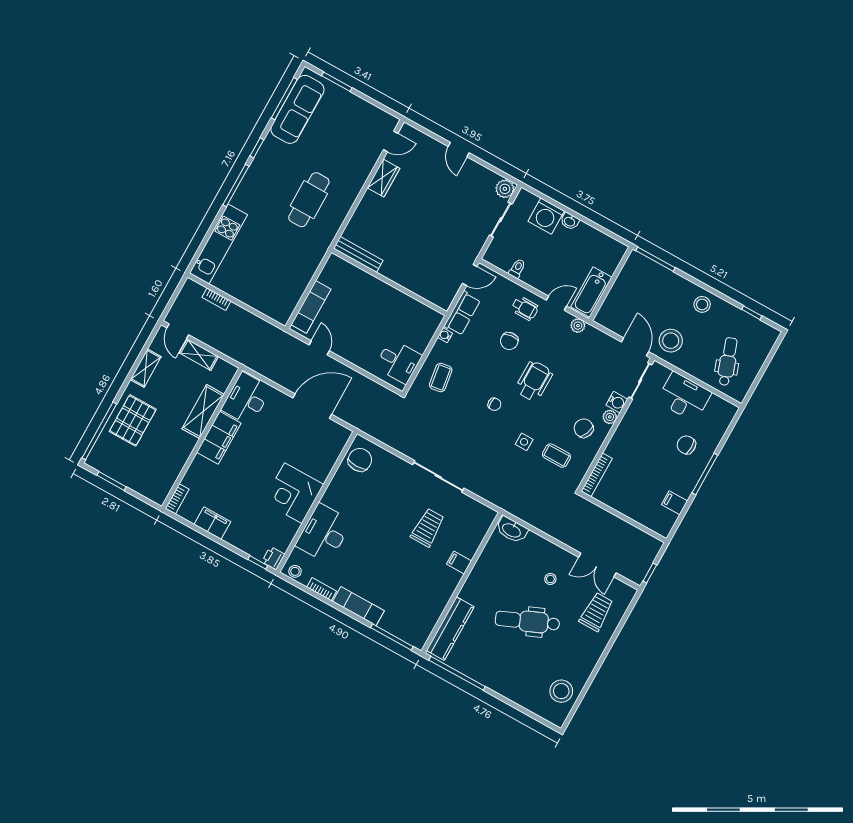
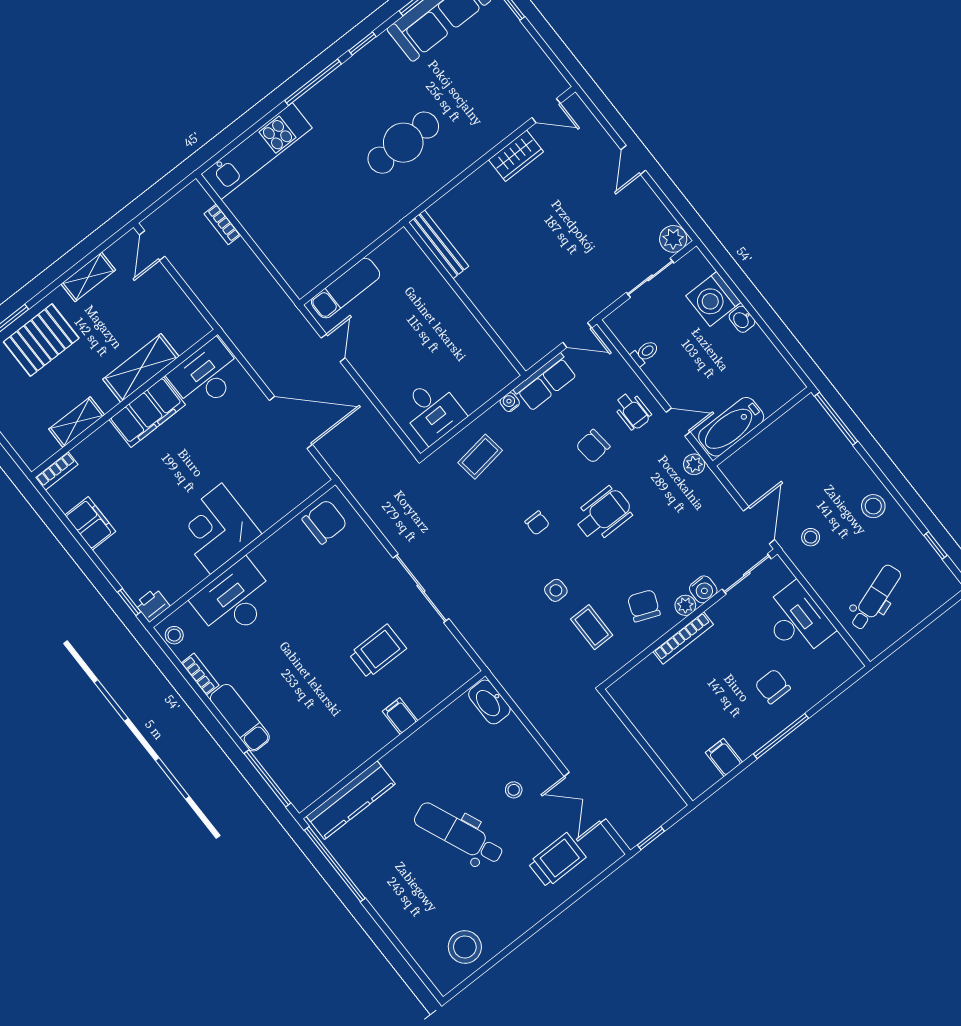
stool: (671, 341) -> (811, 537), width x0.53, depth x0.53
shelving: (199, 355) -> (77, 422), moved, turned 90
bookcase: (597, 475) -> (683, 638), moved

